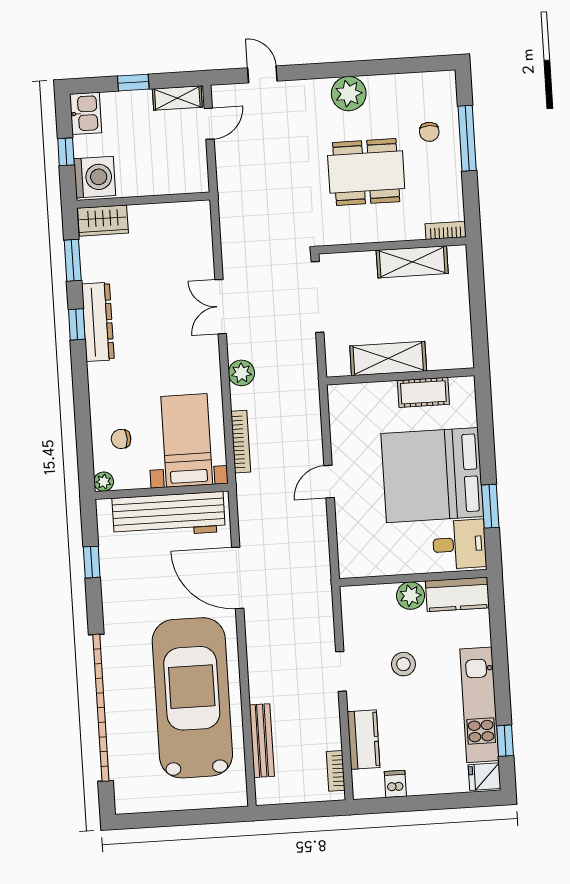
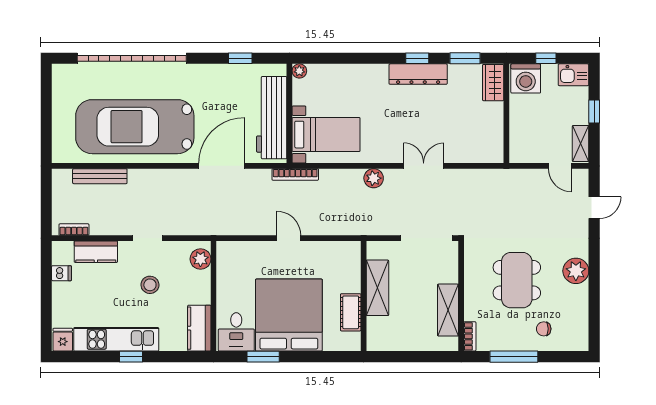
window: (467, 138) -> (514, 357), moved
chair: (121, 439) -> (330, 86), removed
bookcase: (241, 442) -> (295, 175), moved
plant: (411, 596) -> (200, 259), moved
car: (192, 698) -> (135, 127), turned 180
window: (505, 741) -> (131, 357), moved

